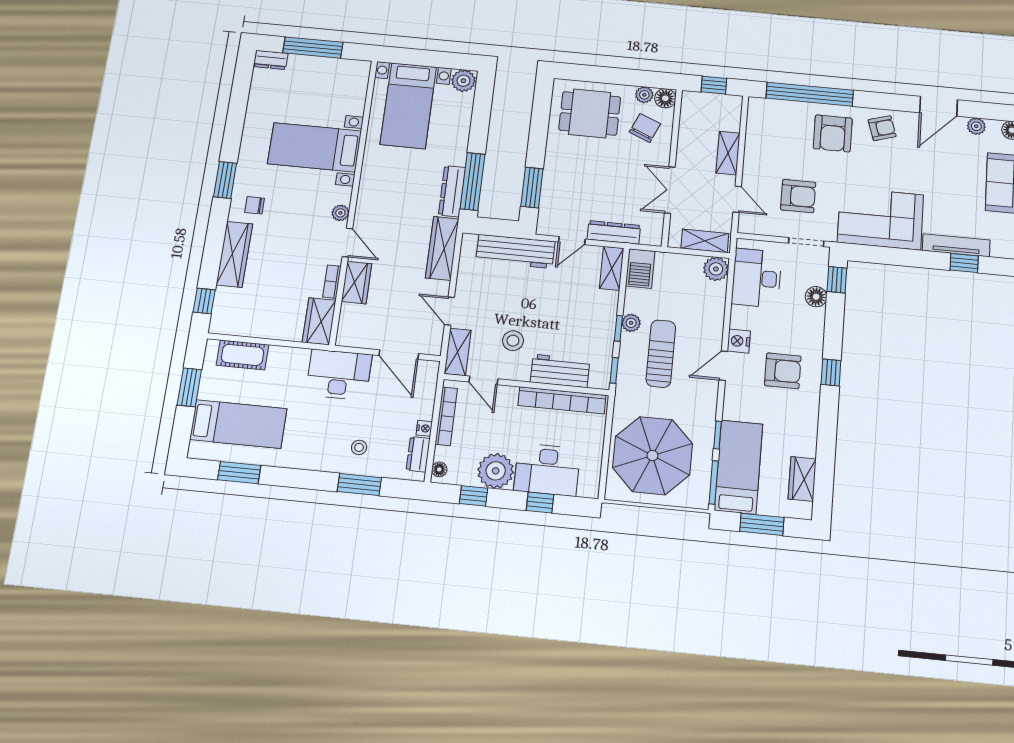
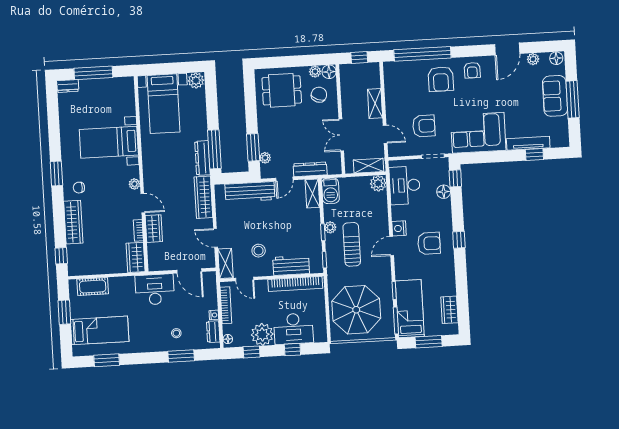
armchair: (882, 128) -> (472, 70), turned 107
plant: (548, 205) -> (265, 158), added

